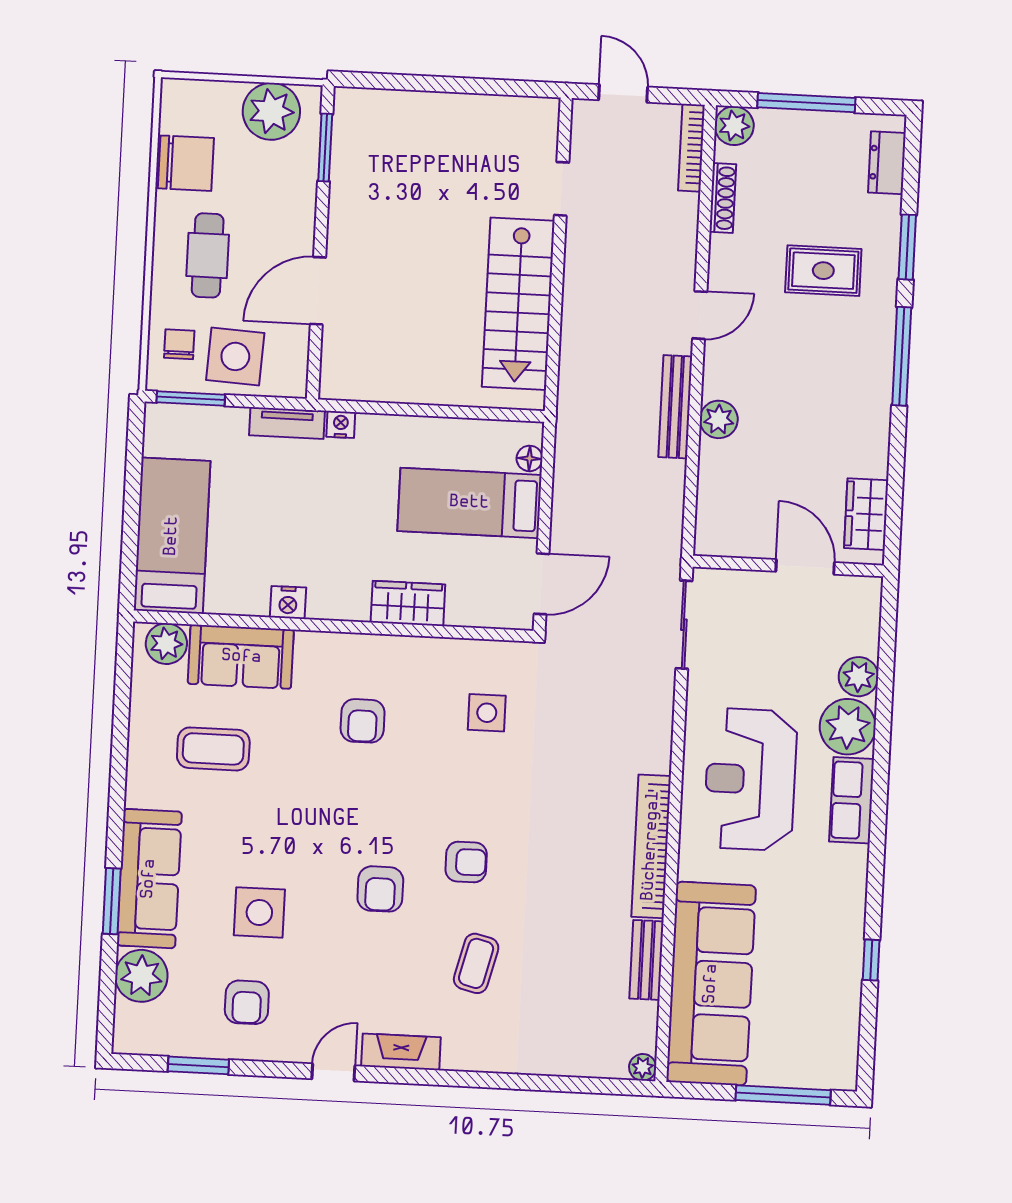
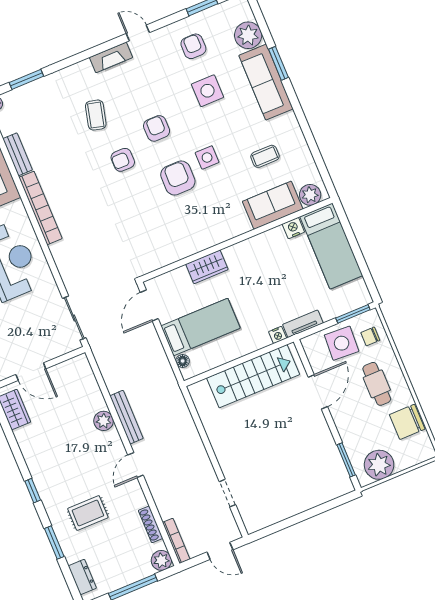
stairs: (518, 304) -> (253, 376), moved, turned 90
chair: (179, 344) -> (370, 336), turned 90
window: (902, 356) -> (33, 491), width x0.46
nightstand: (288, 602) -> (293, 228), moved
side table: (487, 713) -> (207, 157), moved
armchair: (363, 721) -> (178, 178), moved, width x1.38, depth x1.38
coffee table: (213, 749) -> (265, 156), width x0.73, depth x0.77
door: (333, 1072) -> (138, 33), swing flipped
window: (568, 1084) -> (26, 79), added

